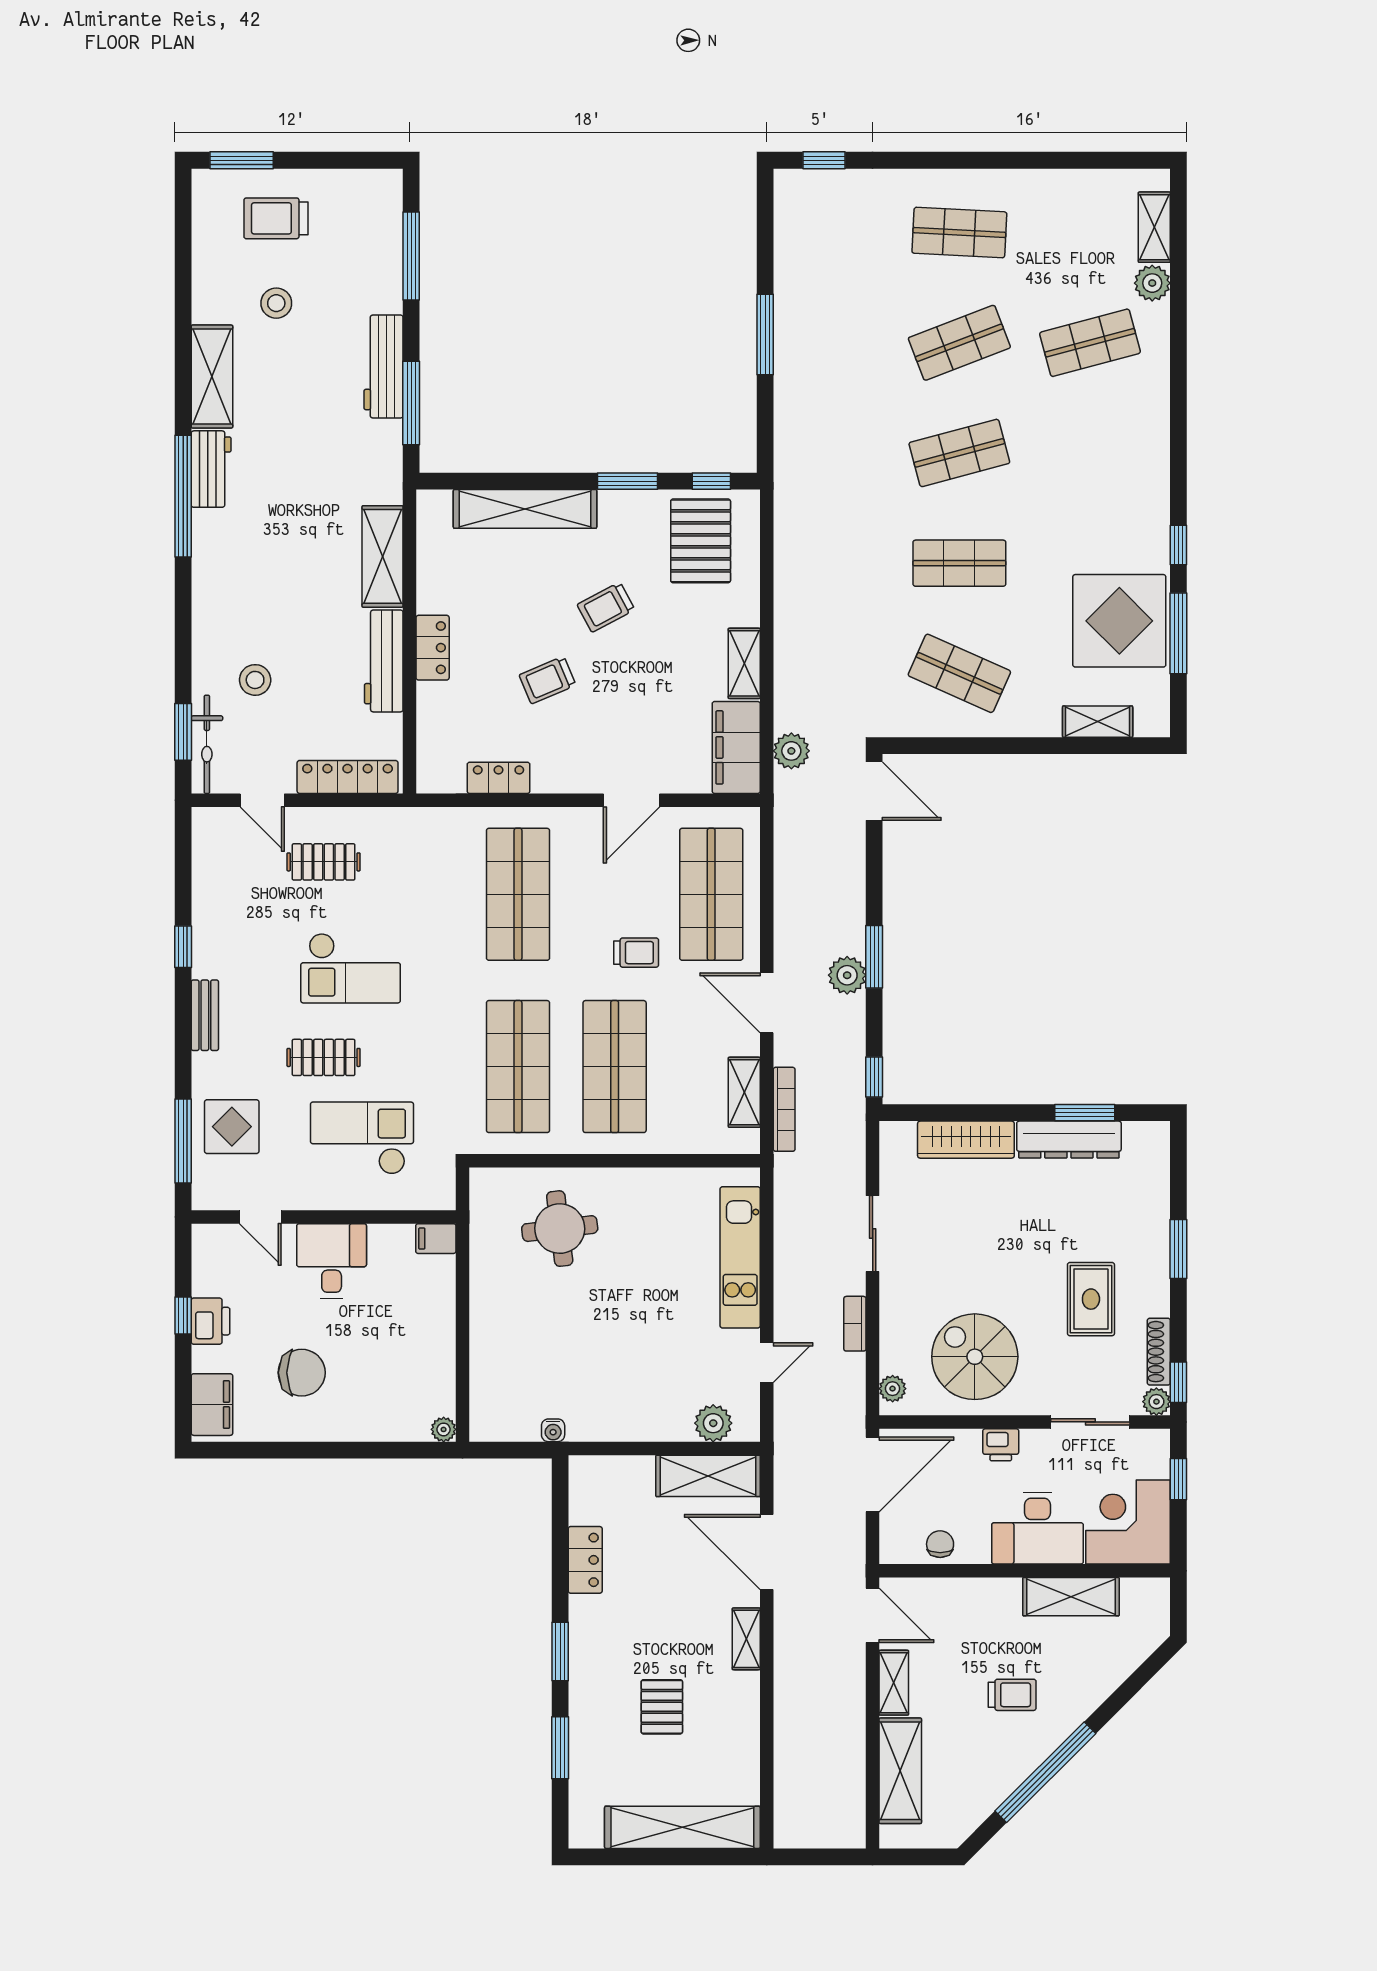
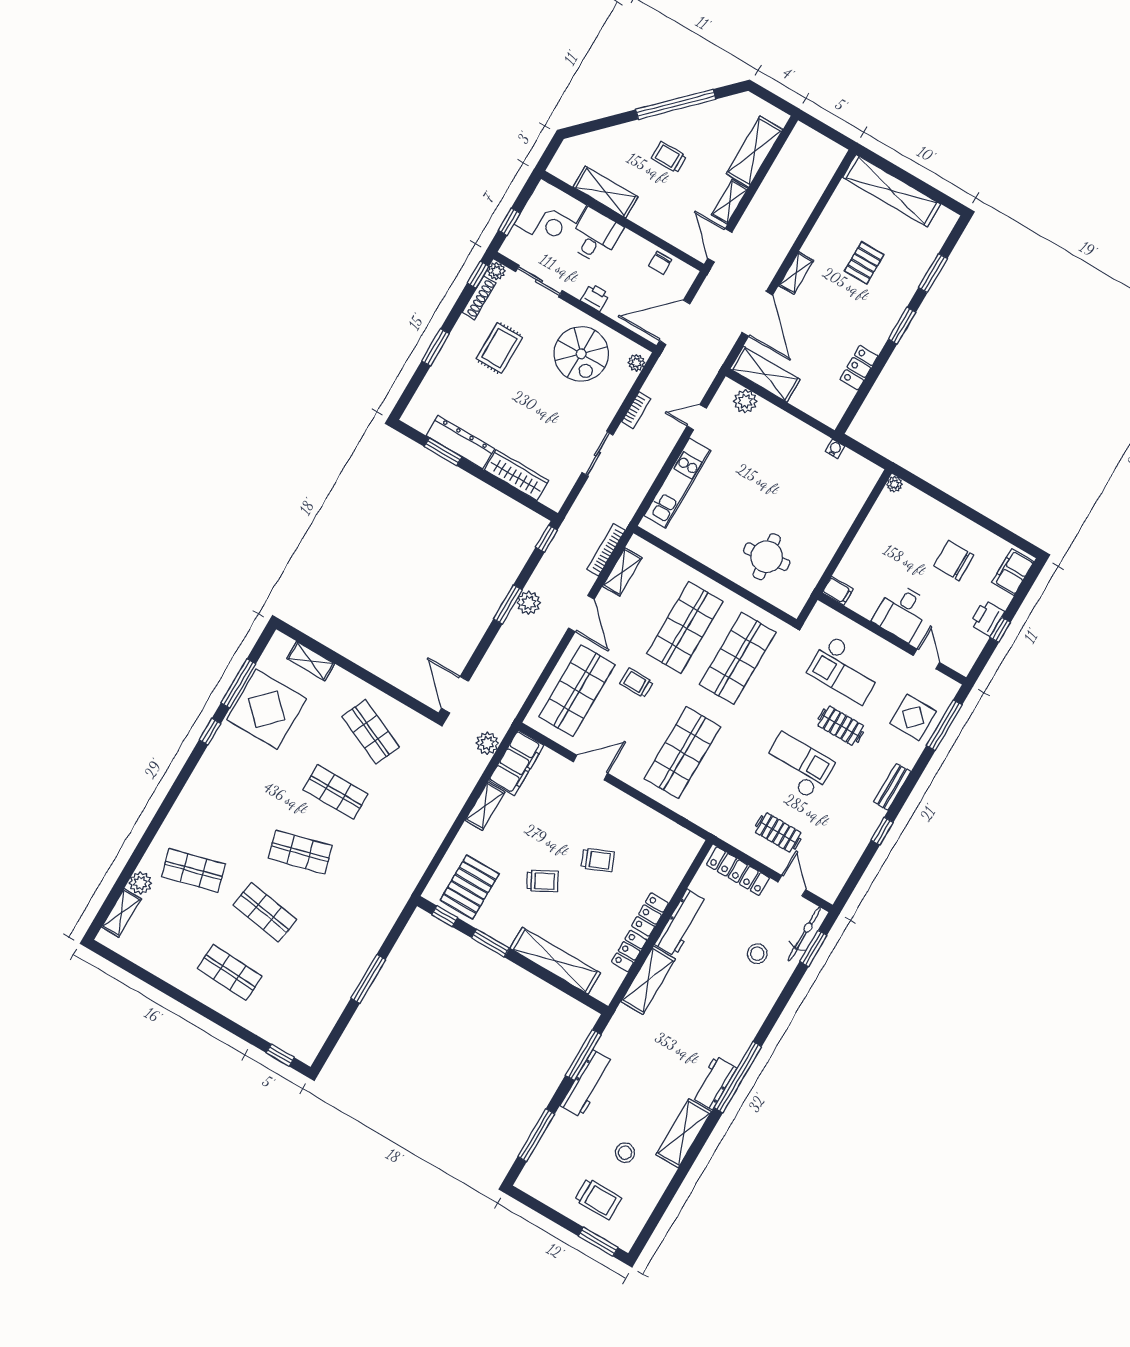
shop shelf: (959, 343) -> (265, 912), turned 30
locker: (499, 778) -> (629, 951), moved, turned 90
desk: (1038, 1528) -> (595, 236), width x0.73

